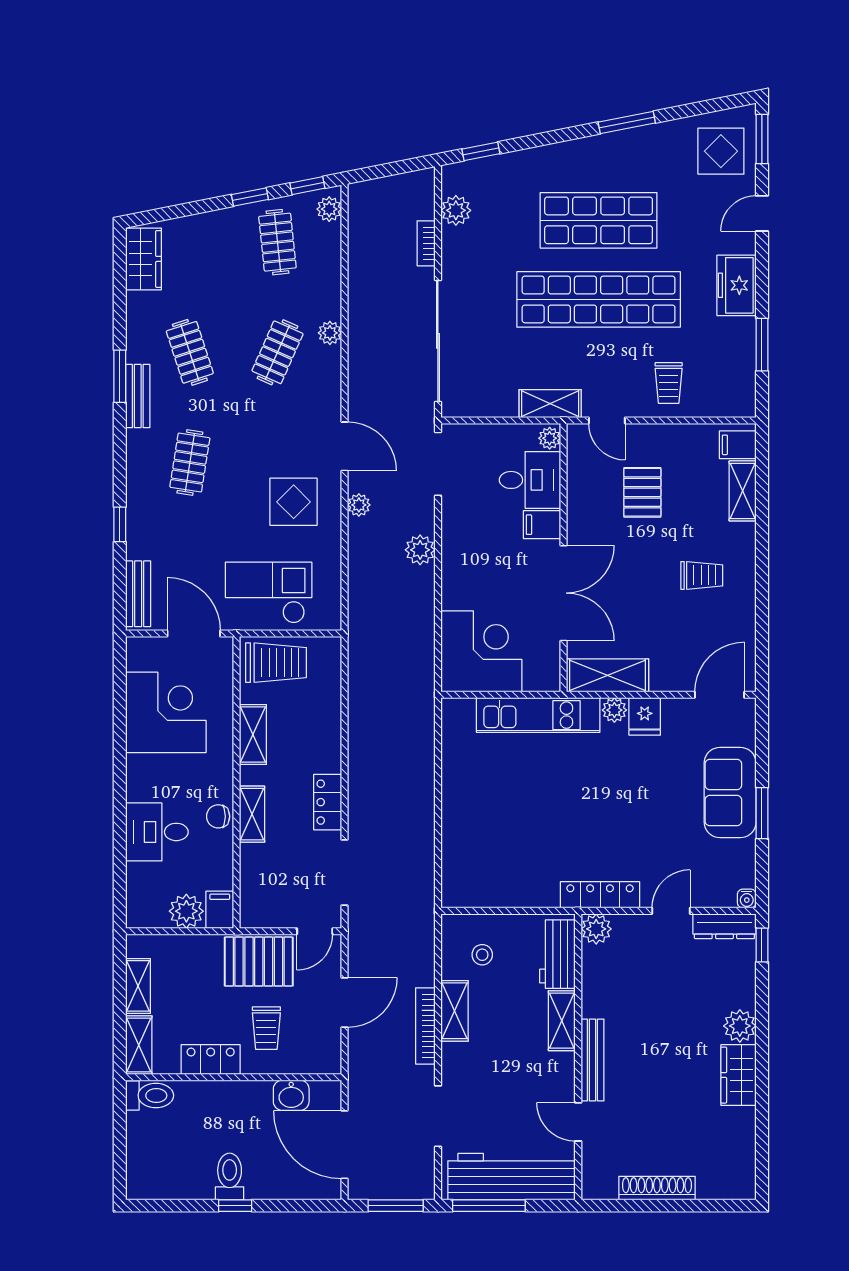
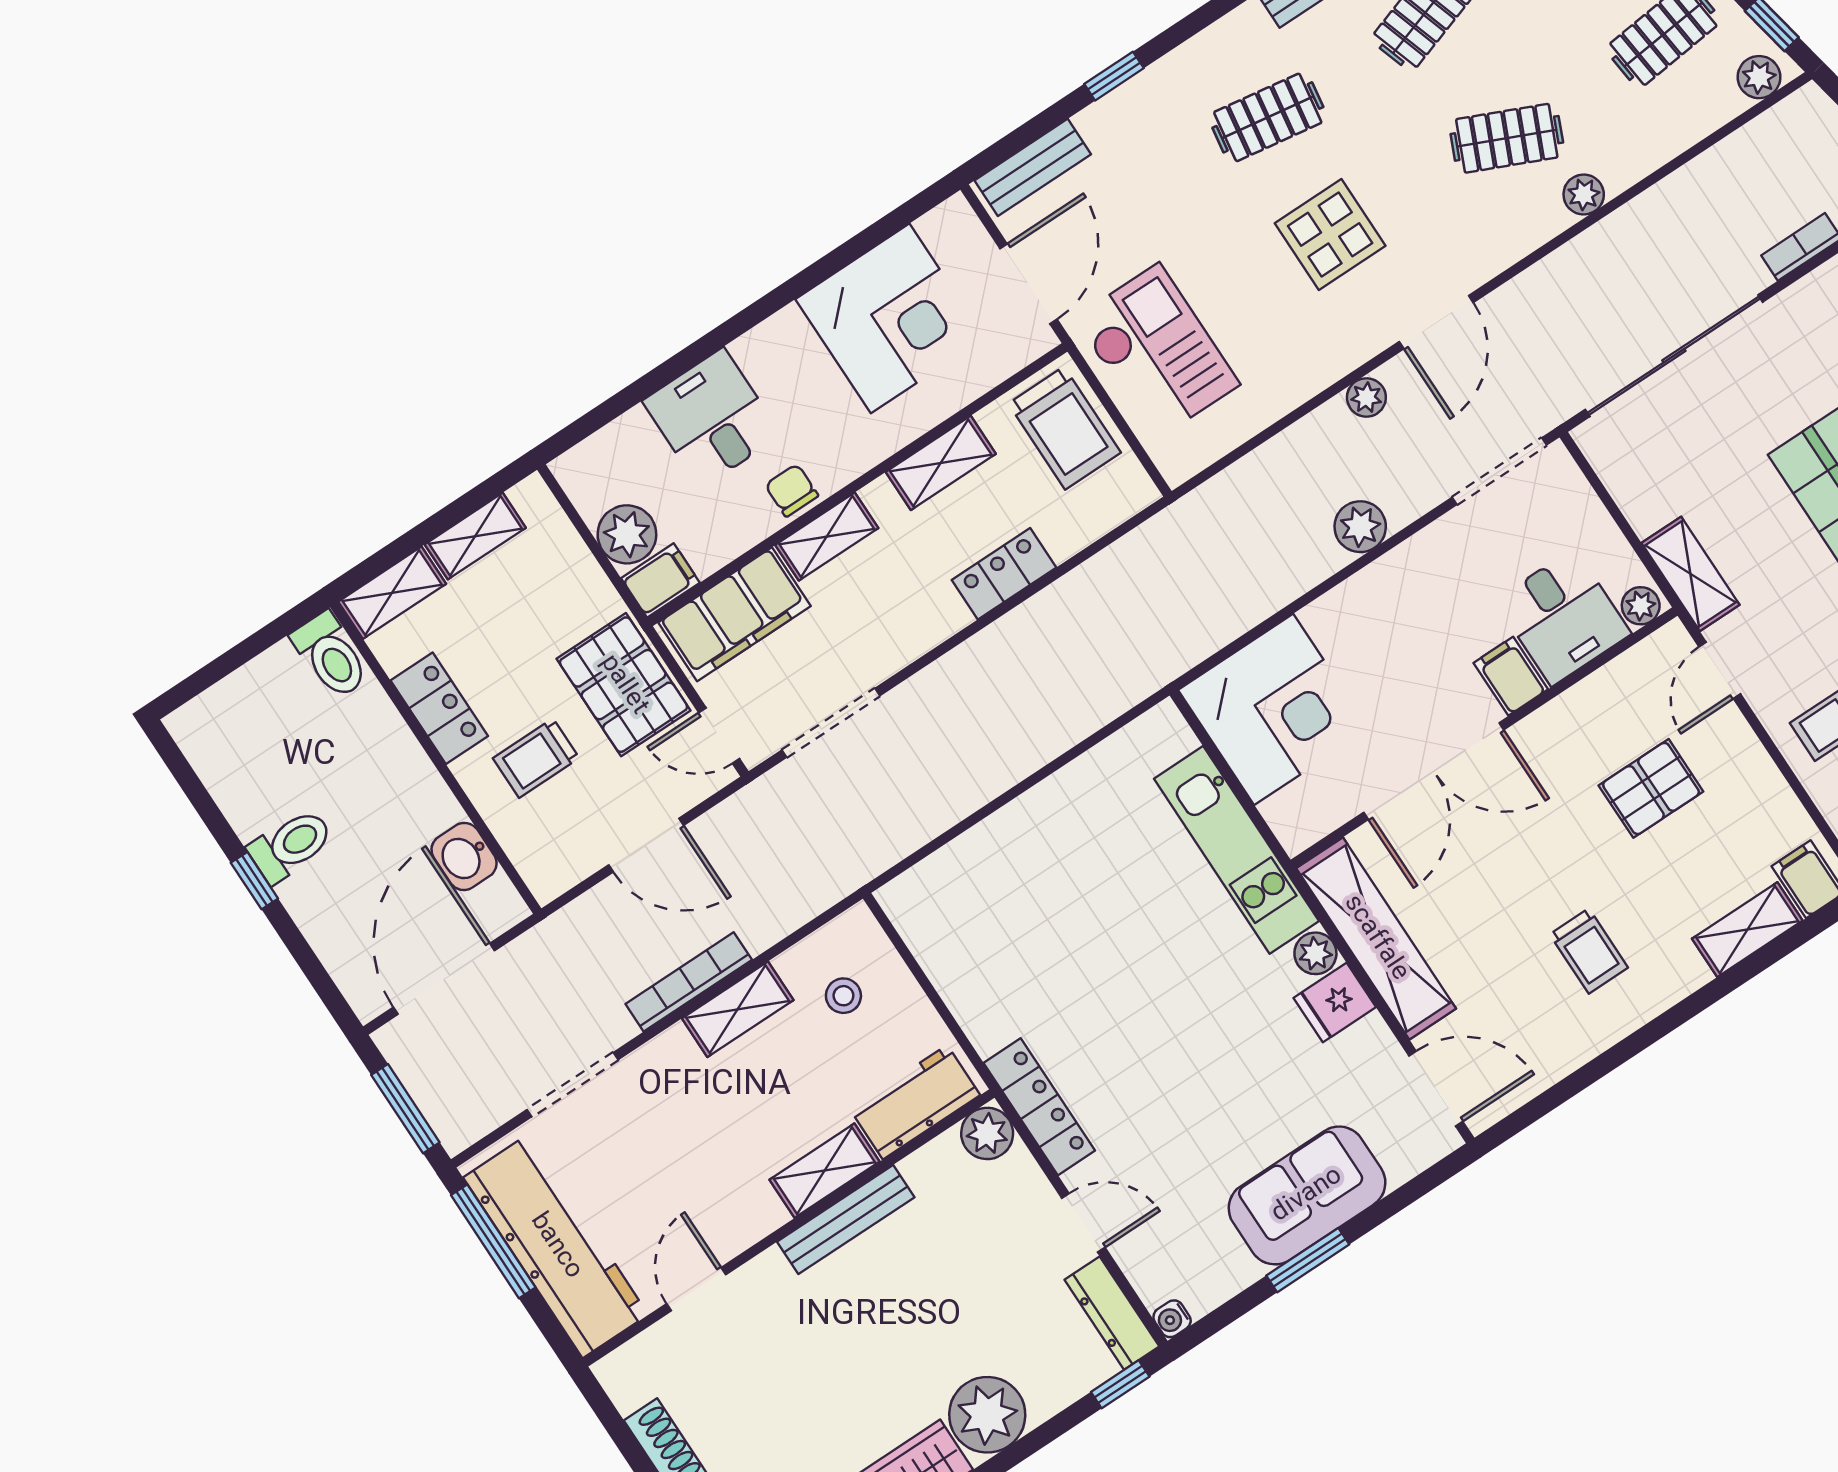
display table: (294, 502) -> (1330, 235), moved
shelving: (608, 675) -> (1376, 938), width x1.47
locker: (328, 802) -> (1004, 574), moved
filing cabinet: (260, 884) -> (734, 614), added
plant: (740, 1026) -> (987, 1415), width x1.36, depth x1.36
bench: (592, 1060) -> (846, 1219), moved

